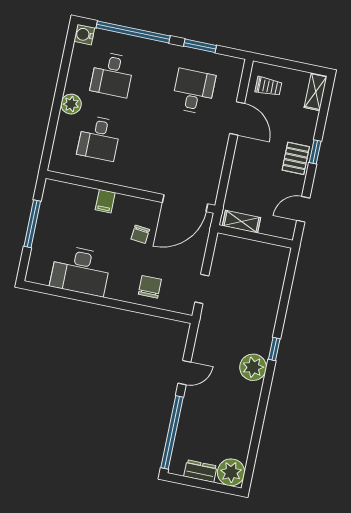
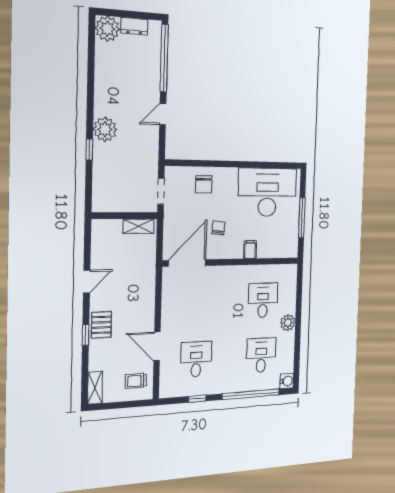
window: (200, 46) -> (197, 399), width x0.67
desk: (194, 91) -> (196, 359), turned 180
shelving: (241, 222) -> (139, 226), moved
wall: (255, 236) -> (125, 216), moved
desk: (81, 271) -> (267, 192), width x1.36, depth x1.30

